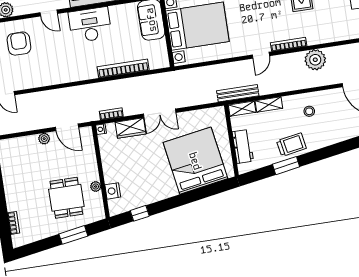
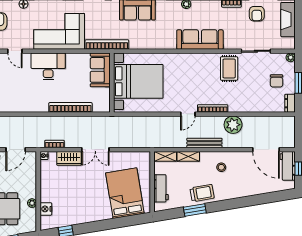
bench: (238, 93) -> (204, 143), moved
door: (67, 127) -> (16, 150), hinge flipped
bed: (195, 161) -> (125, 193), width x0.73

